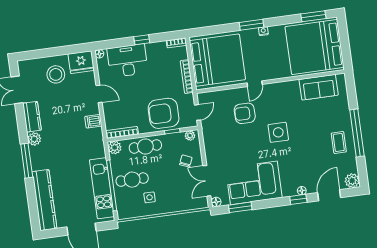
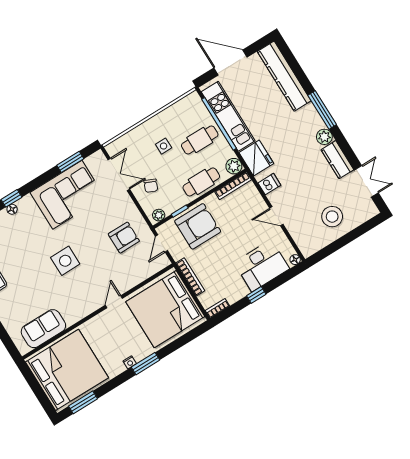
fridge: (81, 62) -> (256, 158), moved, turned 90
armchair: (245, 113) -> (124, 238), moved
side table: (150, 197) -> (164, 146), moved
floor lamp: (216, 202) -> (99, 156), removed

